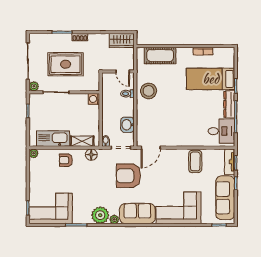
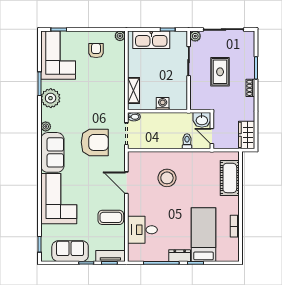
rug: (66, 64) -> (220, 72), width x0.73, depth x0.70
door: (123, 71) -> (212, 136), hinge flipped
stool: (149, 91) -> (167, 178), moved
washing machine: (94, 99) -> (163, 104), moved
dresser: (229, 104) -> (180, 256), width x0.70
washbasin: (127, 125) -> (202, 120), moved, turned 180
desk: (221, 131) -> (142, 230), moved, turned 90
kitchen sink: (53, 139) -> (151, 40), moved, turned 90
door: (151, 148) -> (126, 183), moved
floor lamp: (91, 155) -> (119, 101), removed
armchair: (66, 160) -> (96, 50), moved
armchair: (128, 176) -> (95, 142), turned 90
sofa: (225, 198) -> (70, 251), width x0.73
plant: (100, 215) -> (51, 98), moved

